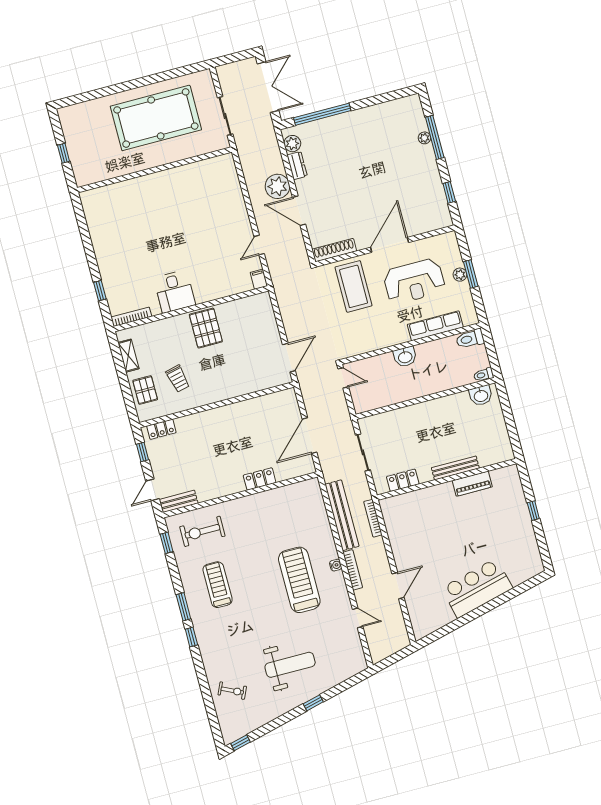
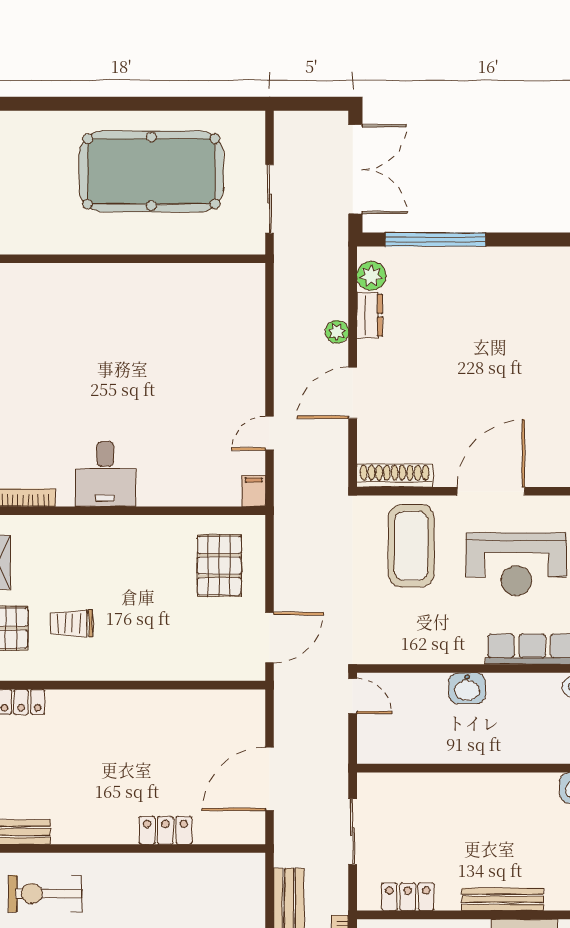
plant: (277, 186) -> (337, 332), width x0.53, depth x0.53
door: (299, 211) -> (353, 393), hinge flipped
pallet: (206, 328) -> (219, 566), moved
trolley: (178, 379) -> (72, 623), turned 103

